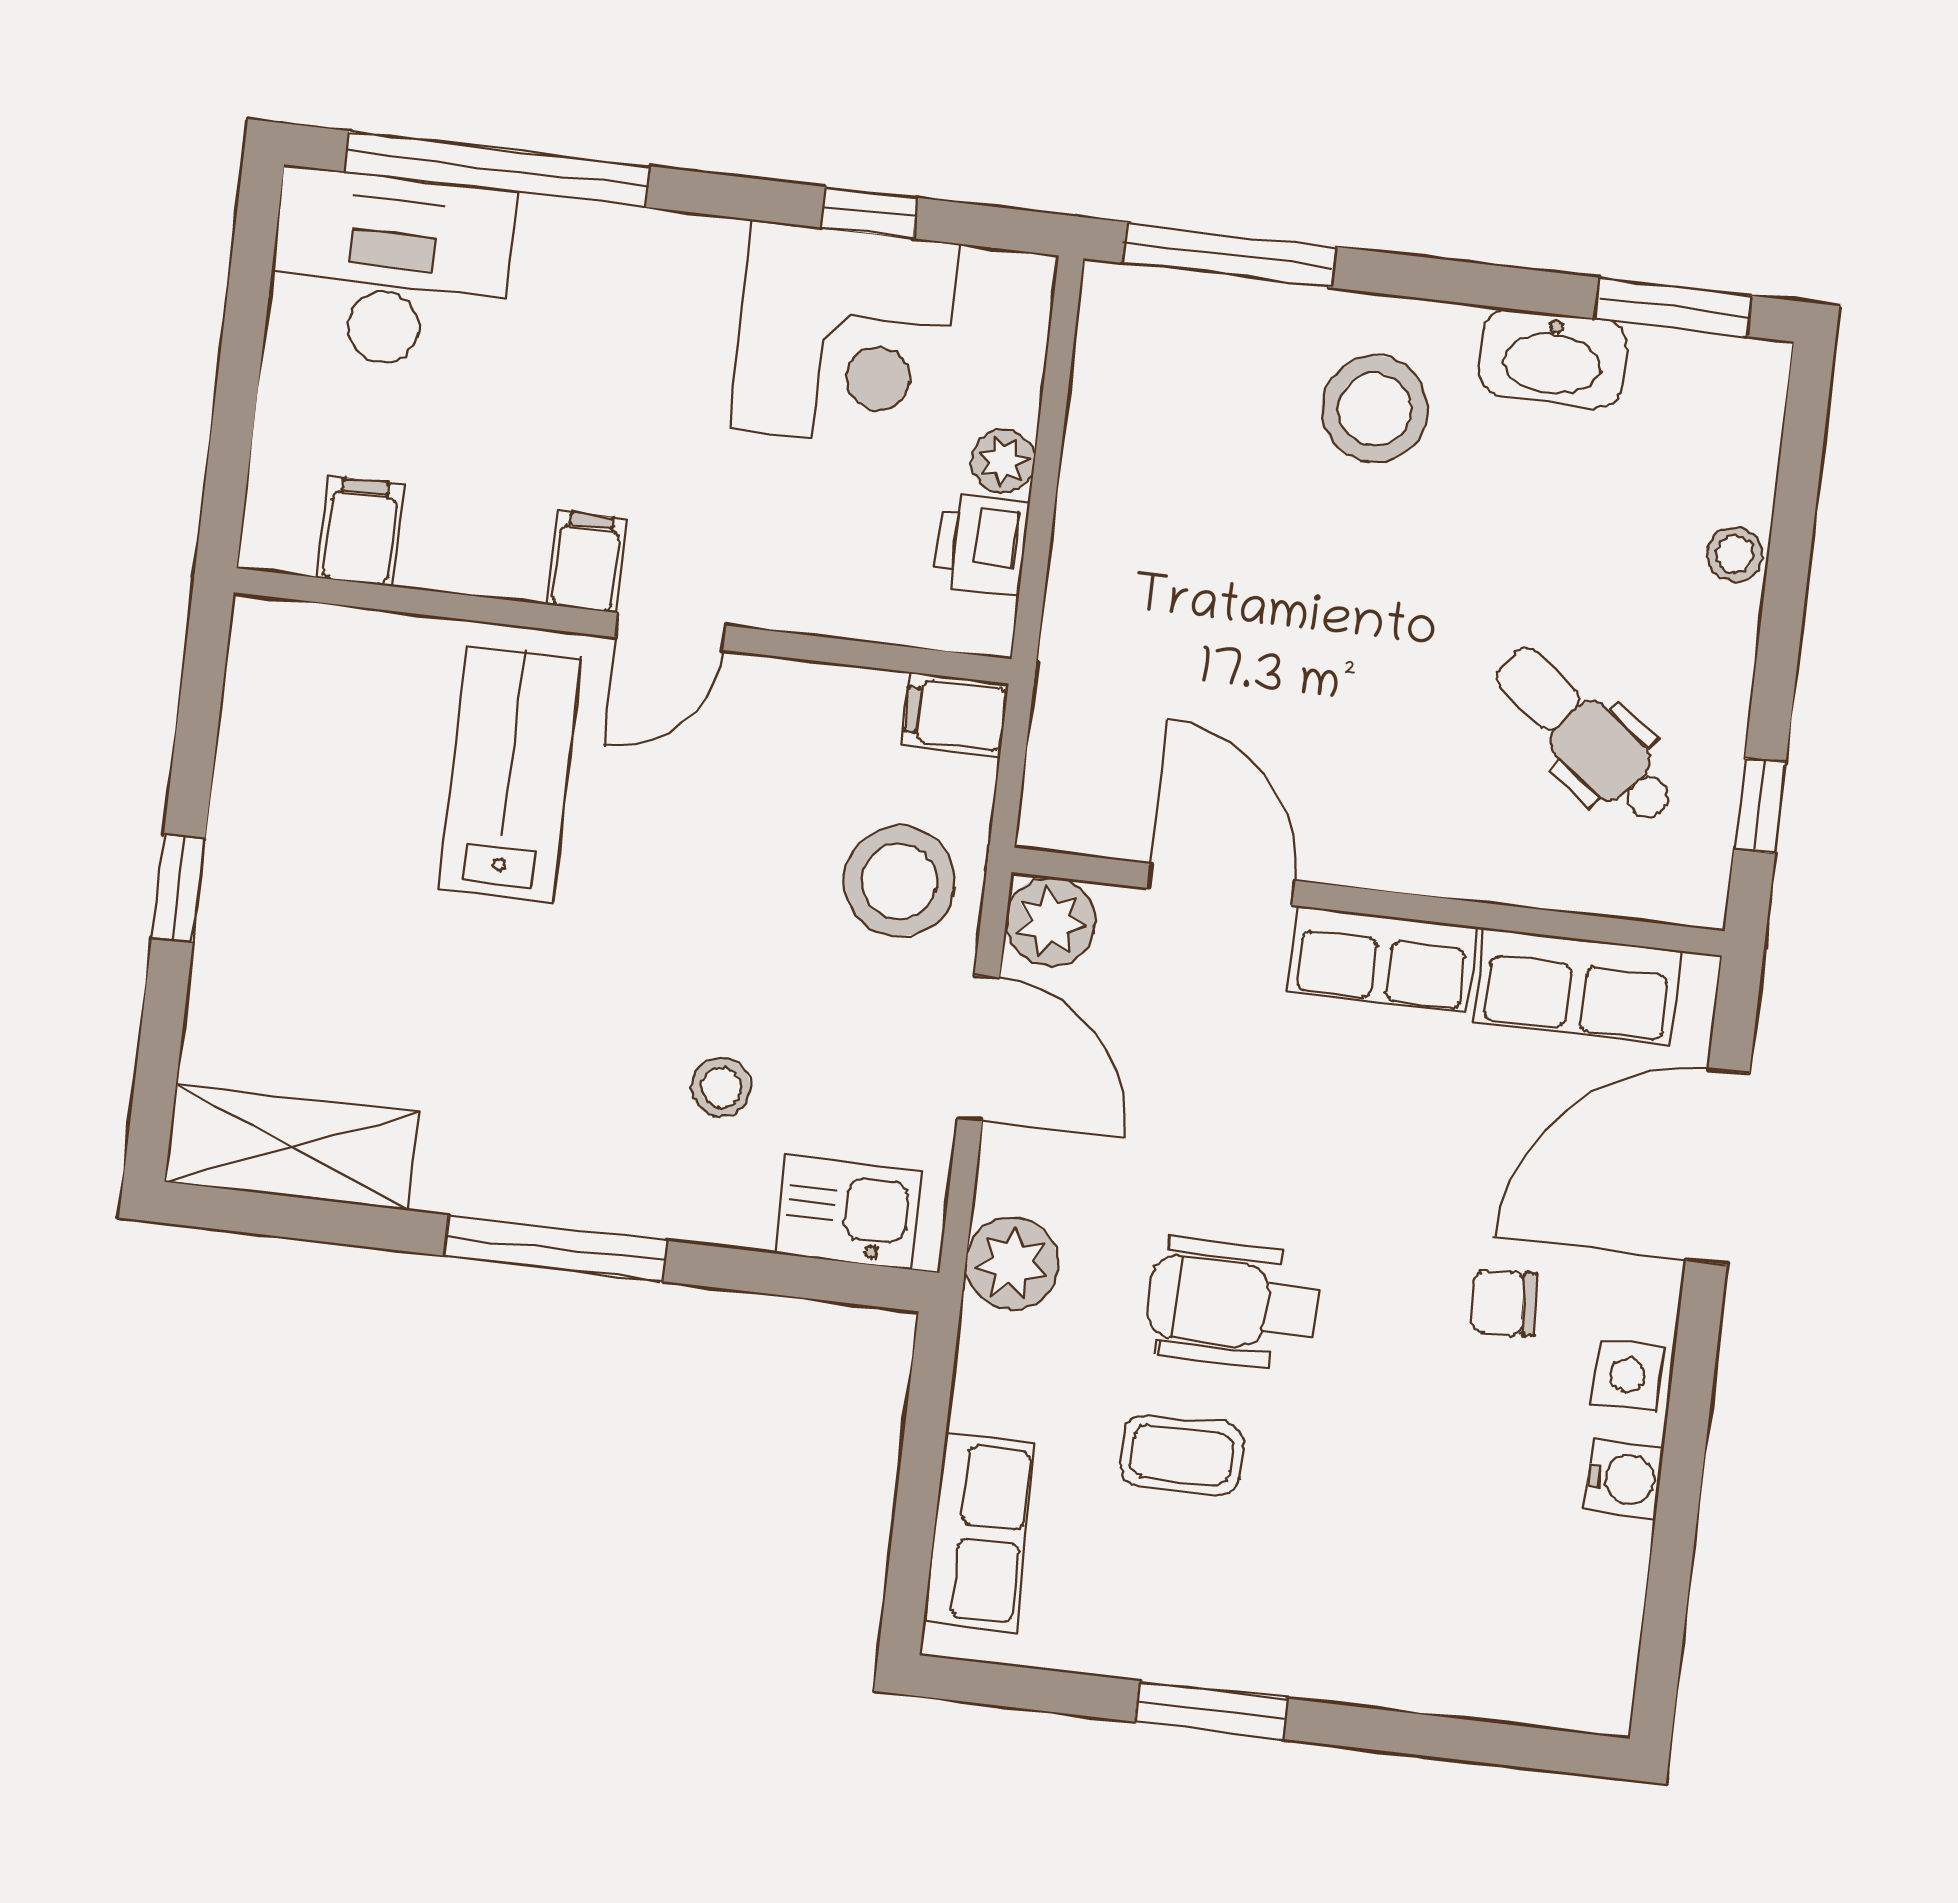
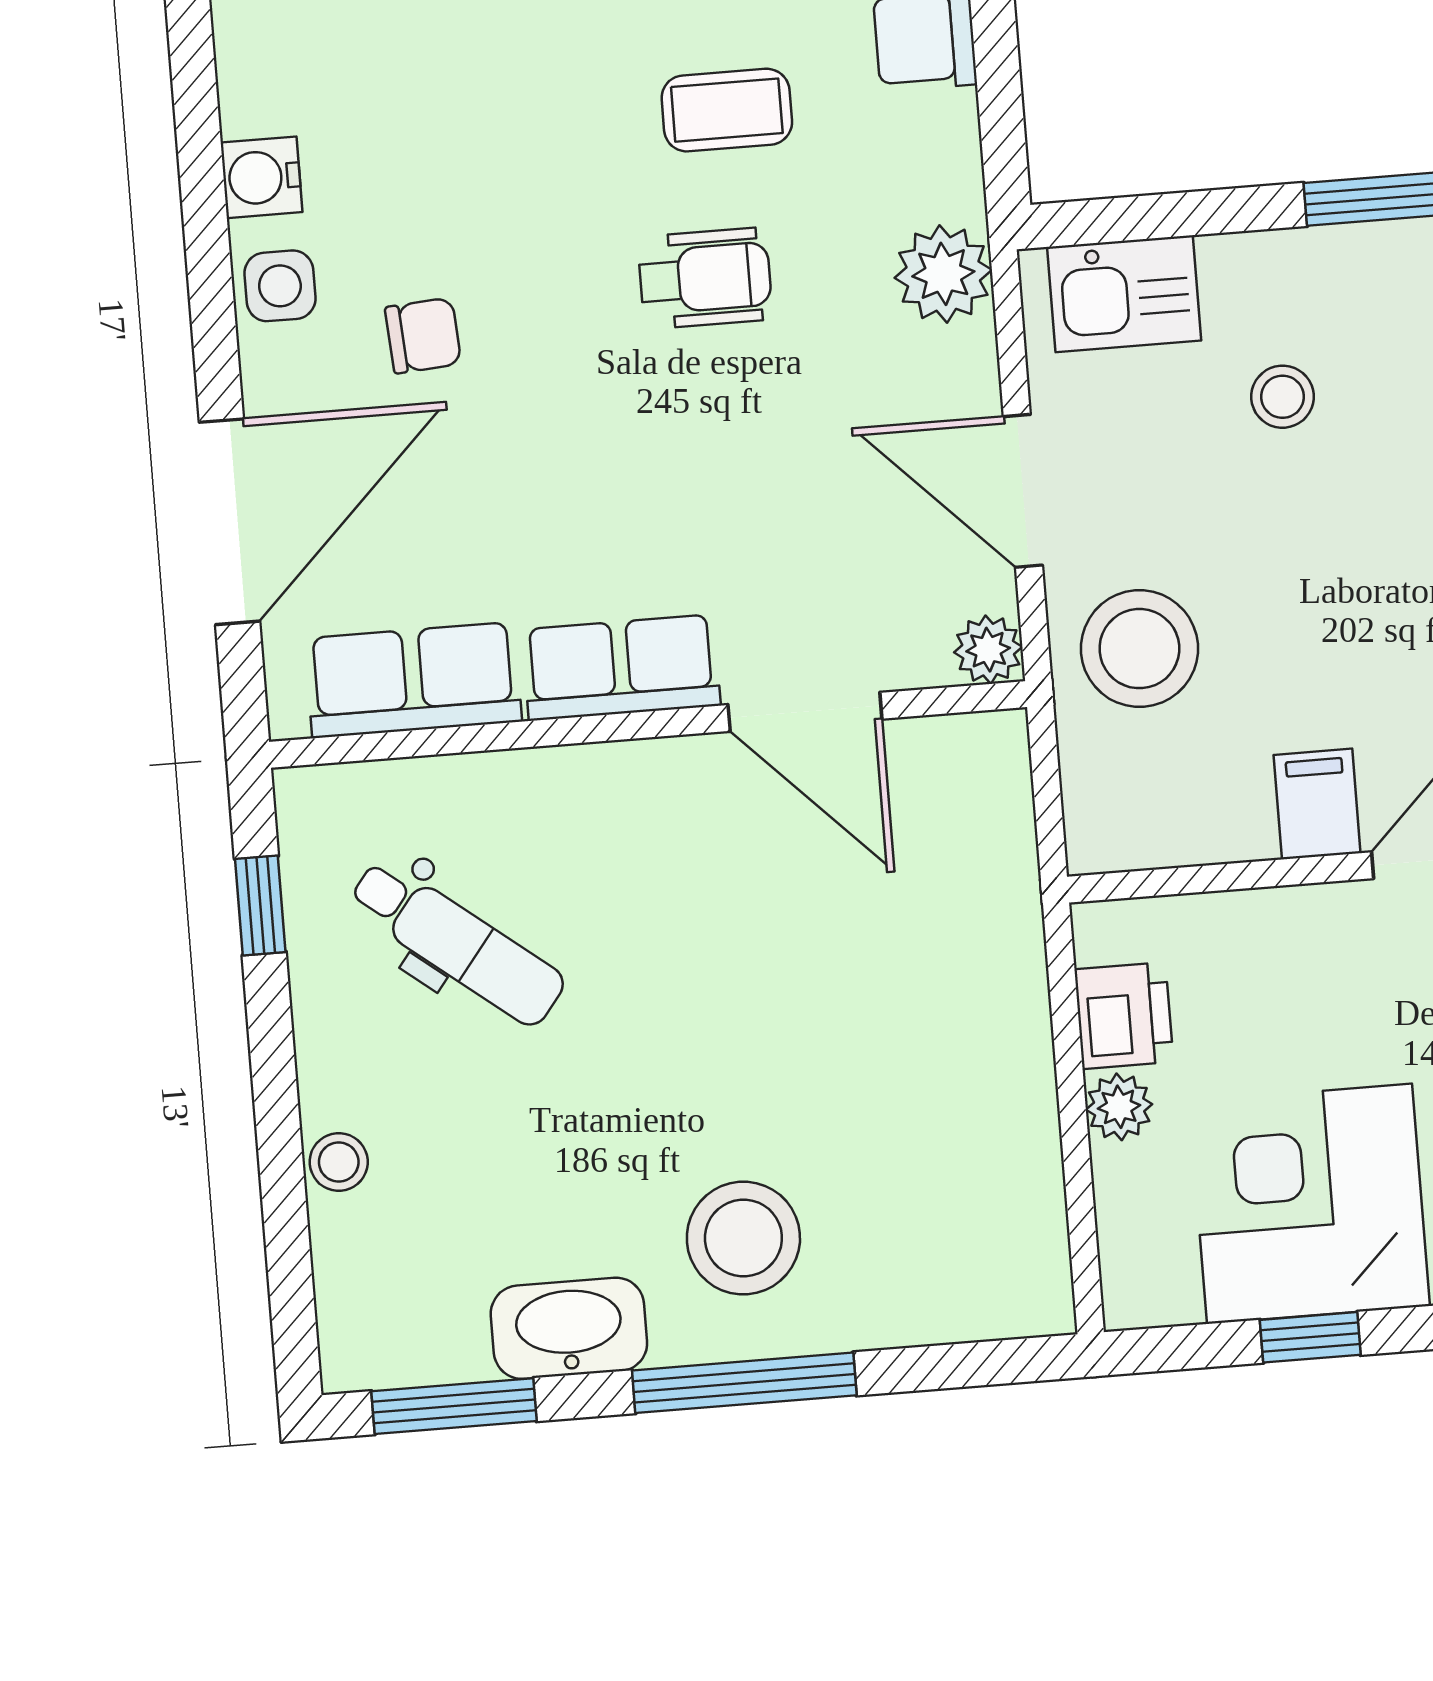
window: (1229, 255) -> (744, 1383), moved
filing cabinet: (955, 715) -> (1317, 804), moved, turned -90
plant: (1050, 922) -> (988, 650), width x0.73, depth x0.73
wheelchair: (1233, 1304) -> (705, 278), width x0.73, depth x0.73

